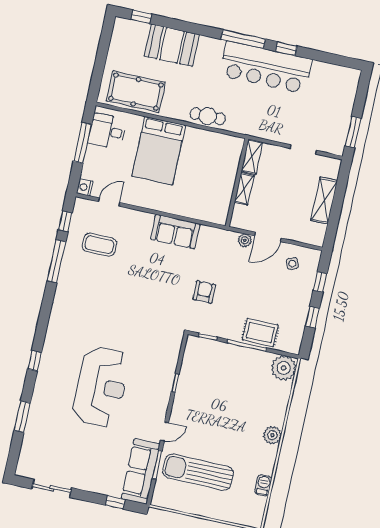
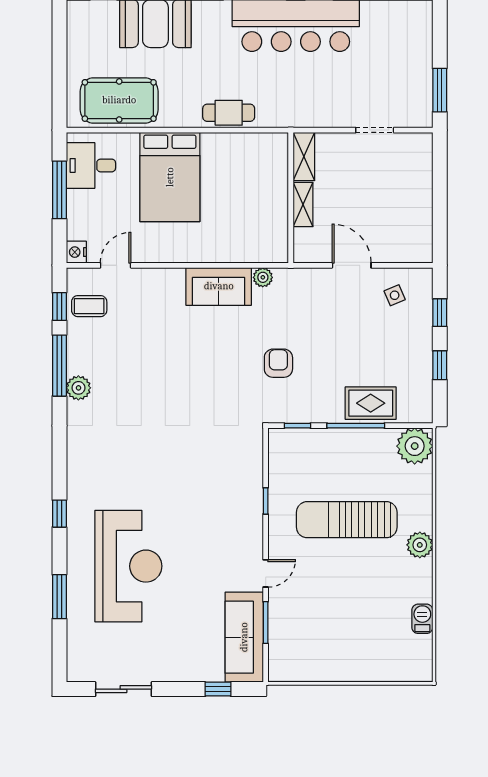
shelving: (324, 201) -> (420, 196), removed
door: (268, 237) -> (352, 265), swing flipped
plant: (245, 240) -> (263, 277), moved
coffee table: (99, 245) -> (89, 306), moved, width x0.73, depth x0.77
plant: (66, 279) -> (78, 388), added
reception desk: (101, 387) -> (128, 566), moved
sun lounger: (198, 472) -> (347, 520), moved

